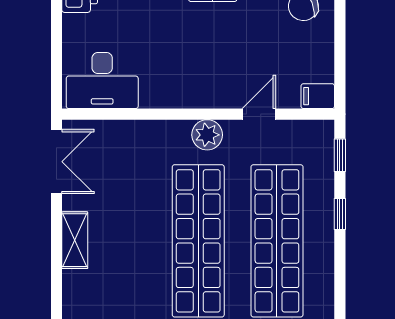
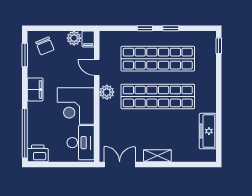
plant: (320, 67) -> (74, 38), added
corner desk: (178, 70) -> (76, 106), added
window: (340, 155) -> (171, 28), moved

